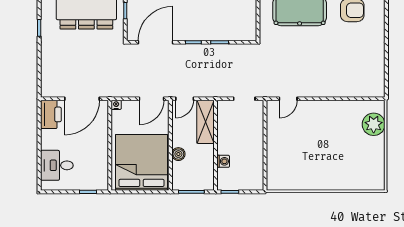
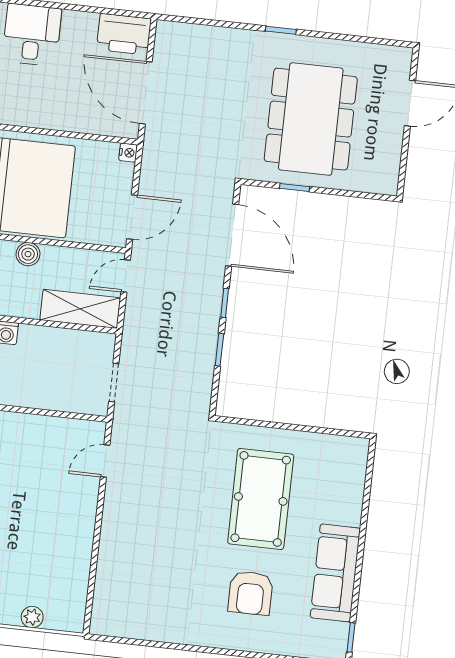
door: (152, 99) -> (132, 217), swing flipped
door: (185, 99) -> (126, 276), hinge flipped
door: (288, 99) -> (105, 461), hinge flipped
plant: (374, 124) -> (32, 617), width x0.53, depth x0.53

